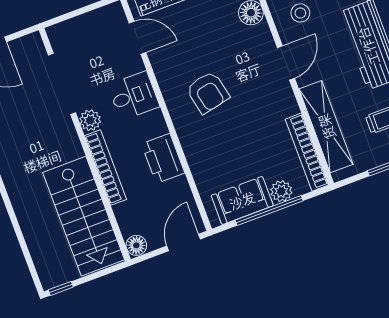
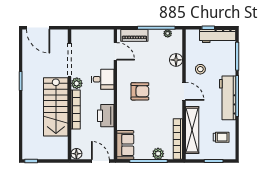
door: (286, 63) -> (184, 91), hinge flipped
armchair: (208, 92) -> (140, 91), turned -78
sofa: (242, 200) -> (125, 145), moved, turned 90
stairs: (84, 216) -> (56, 107), moved
door: (184, 242) -> (100, 161), hinge flipped

